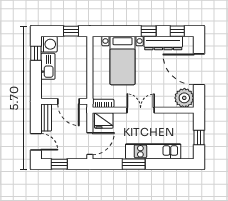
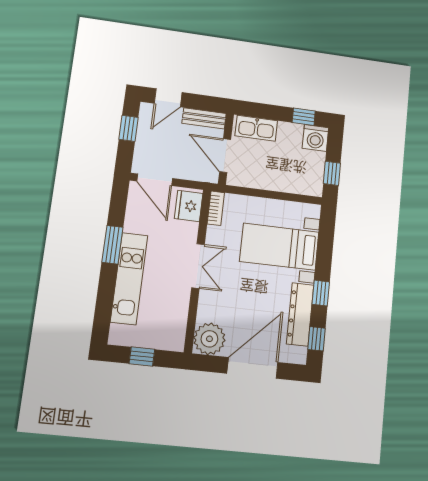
kitchen sink: (48, 66) -> (256, 128), moved
door: (68, 101) -> (225, 155), hinge flipped

